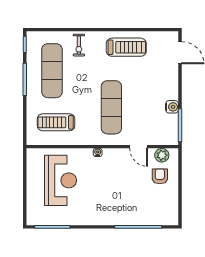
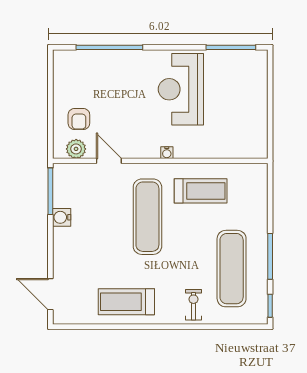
treadmill: (56, 122) -> (201, 191), moved
reception desk: (60, 180) -> (181, 89), moved

